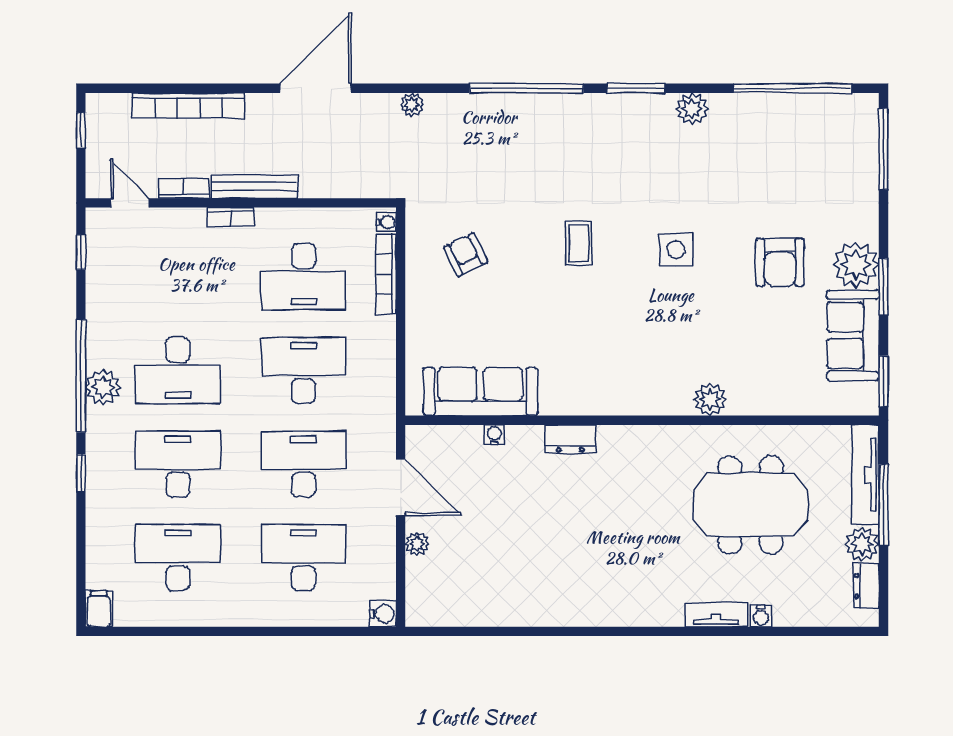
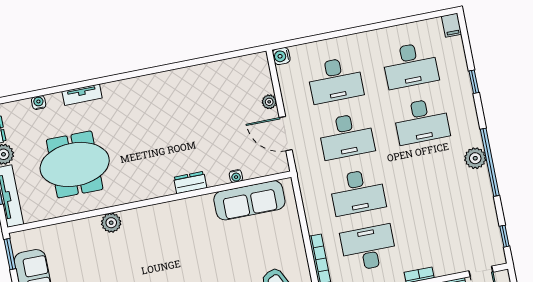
desk: (178, 370) -> (432, 177), removed
window: (81, 473) -> (474, 82), moved
water cooler: (761, 616) -> (39, 103), moved

